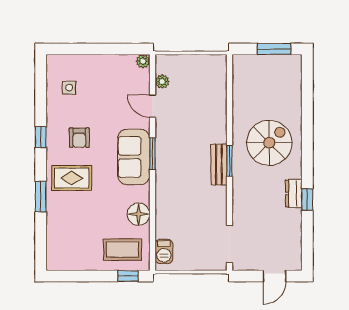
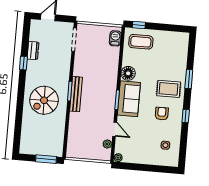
window: (274, 49) -> (46, 159), moved
bench: (219, 165) -> (76, 94), width x1.36
dresser: (294, 194) -> (33, 51), moved
floor lamp: (139, 214) -> (128, 73), moved

